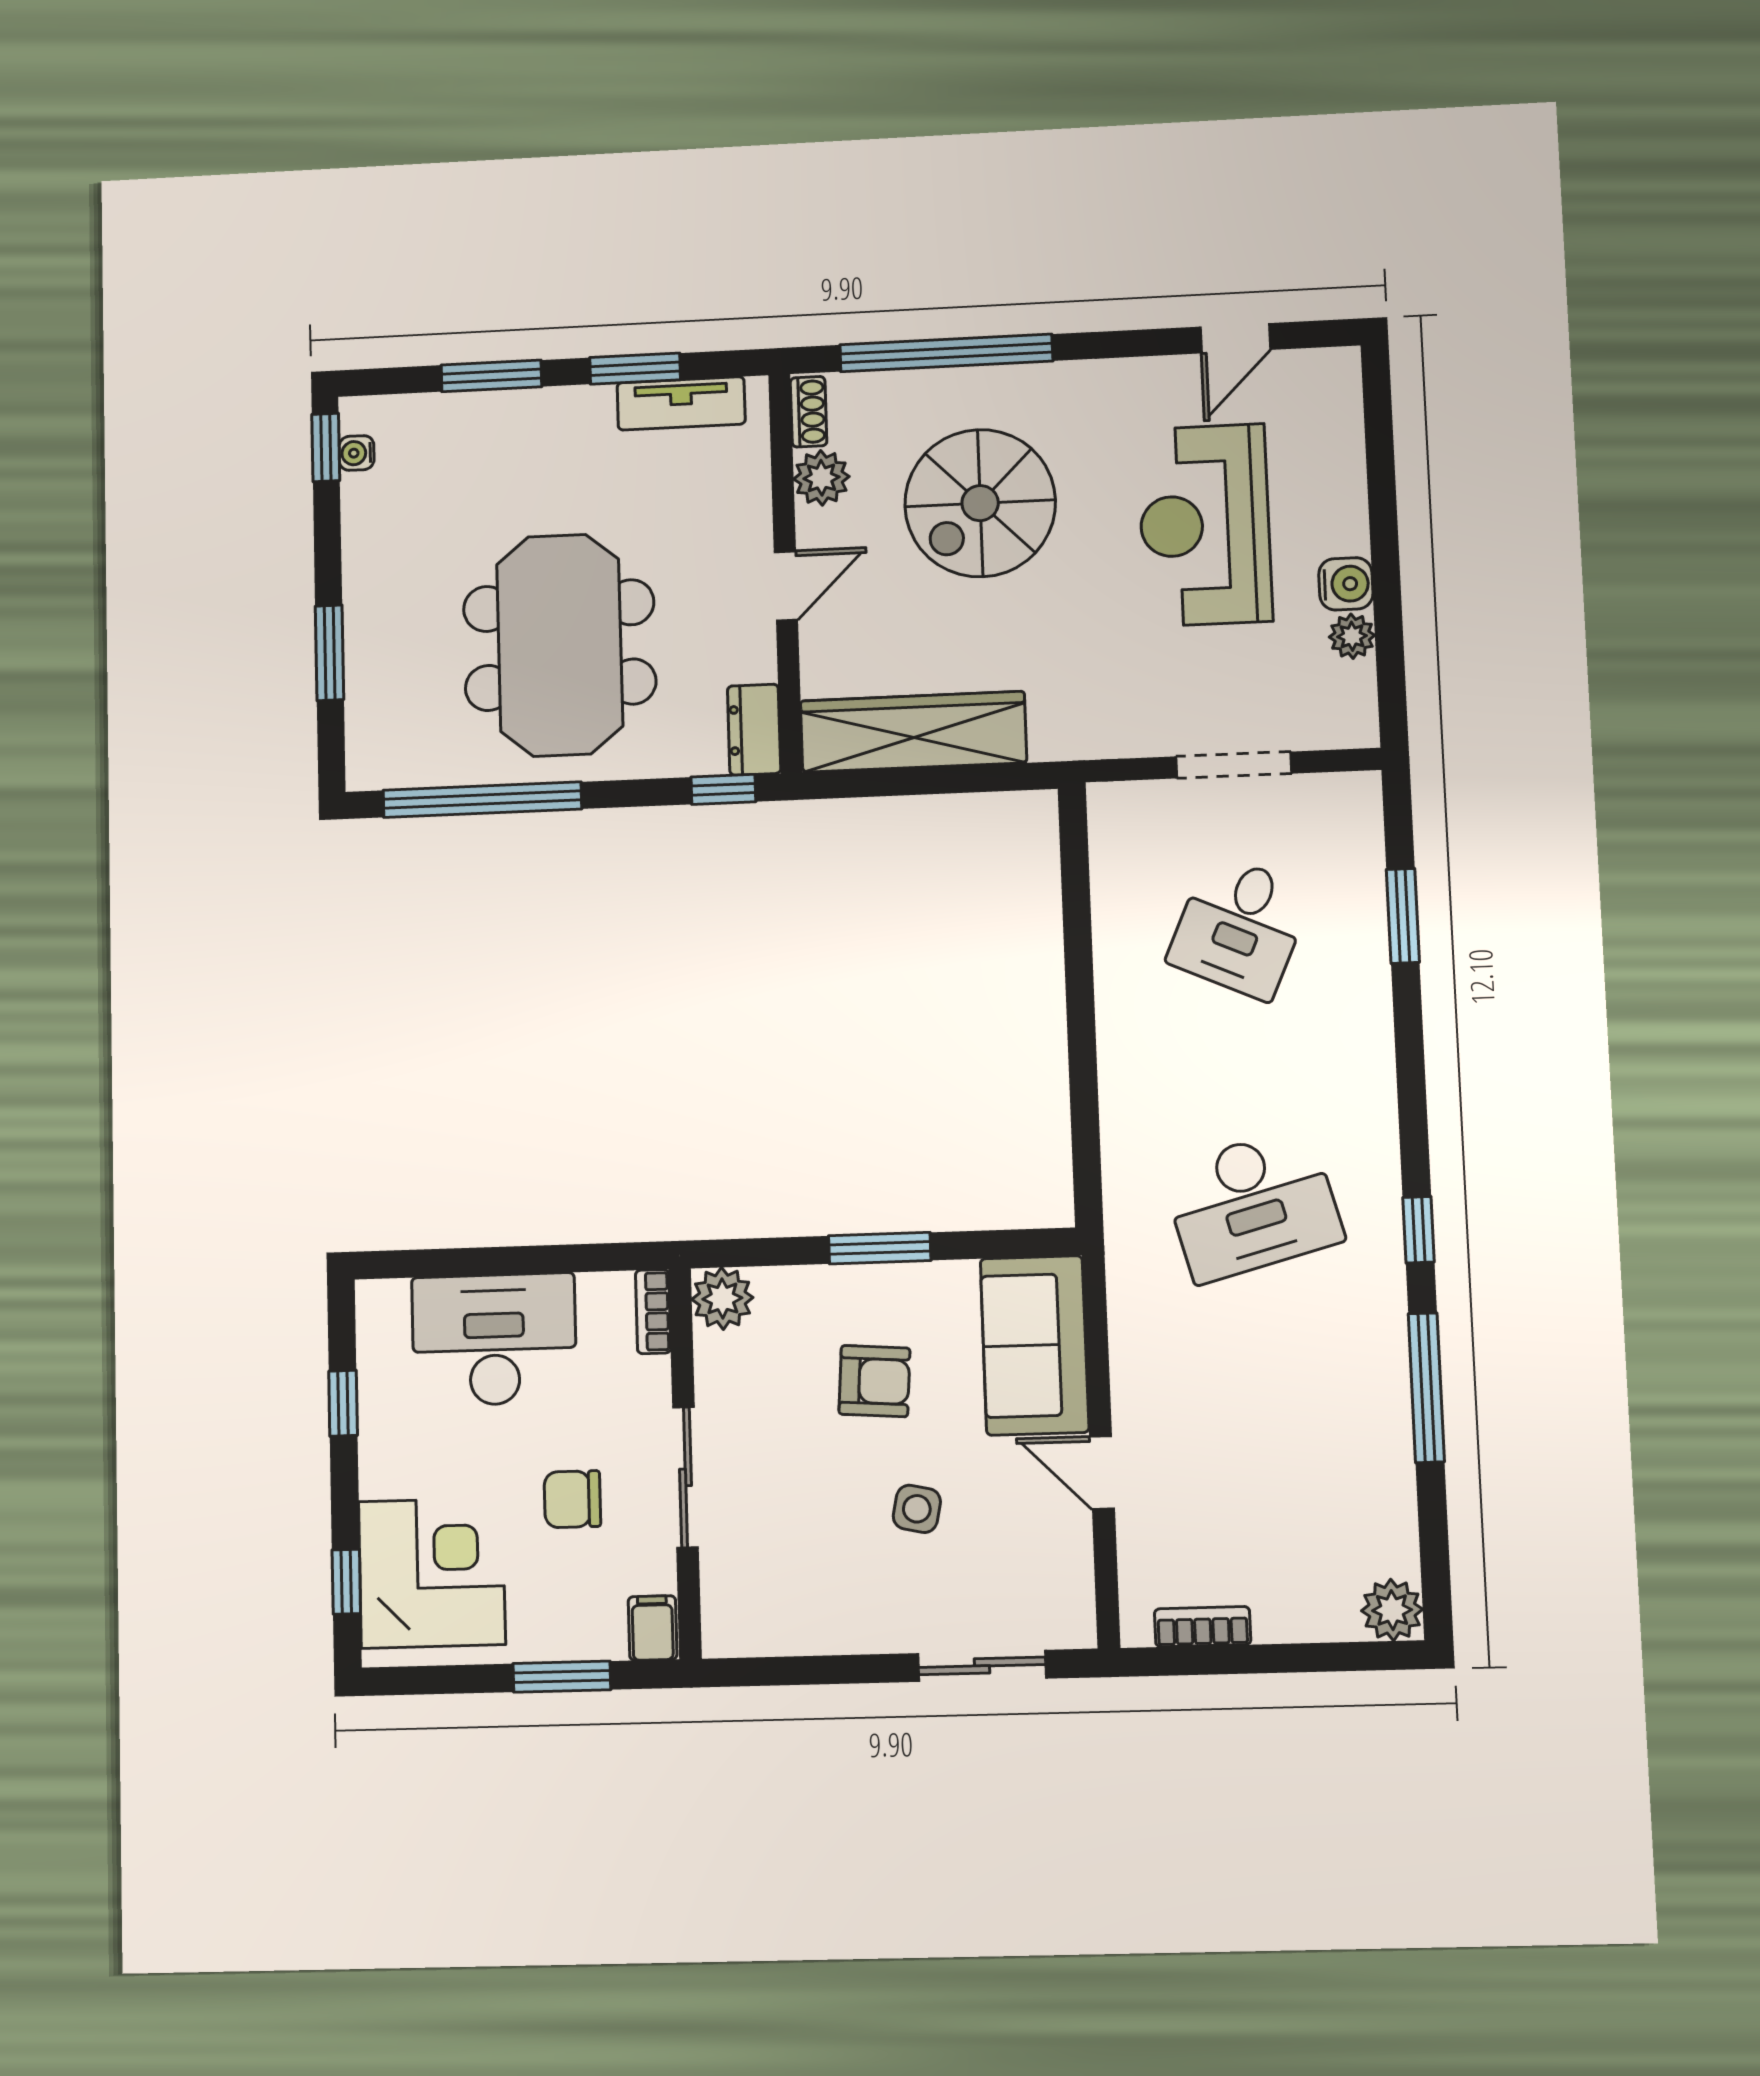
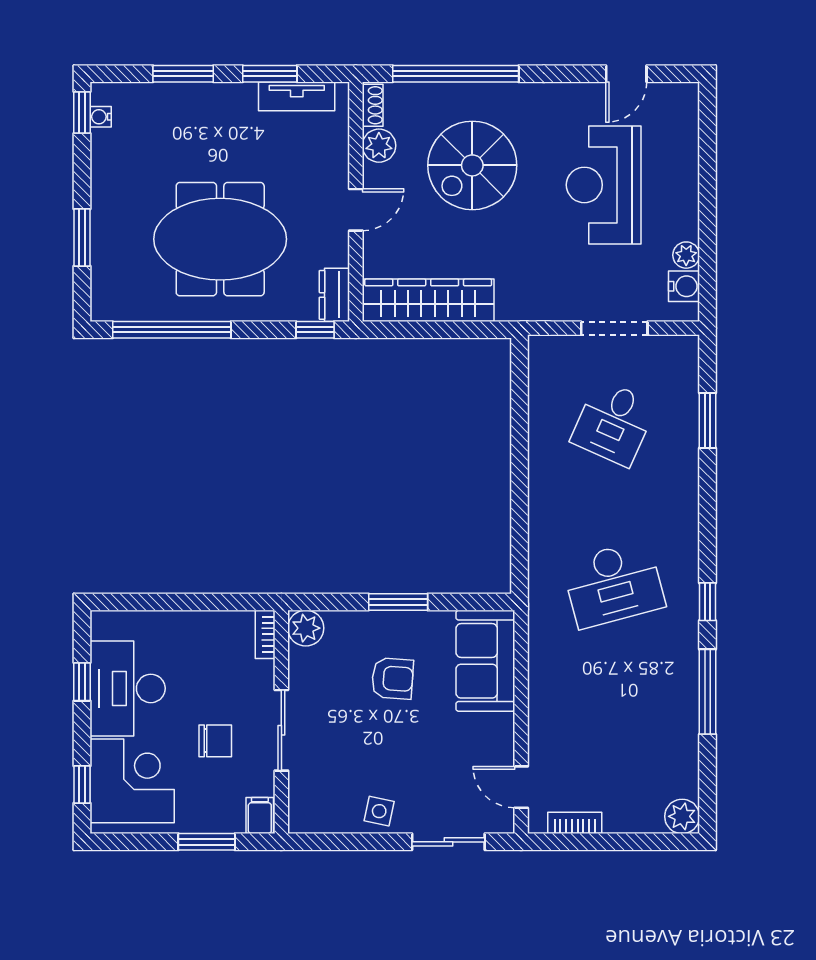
water cooler: (1346, 584) -> (684, 286), moved
meeting table: (560, 645) -> (220, 239), turned 90
desk: (494, 1340) -> (128, 688), moved, turned -90
door: (1102, 1473) -> (521, 787), moved
chair: (572, 1499) -> (215, 741), turned 180
side table: (917, 1509) -> (379, 811), moved

